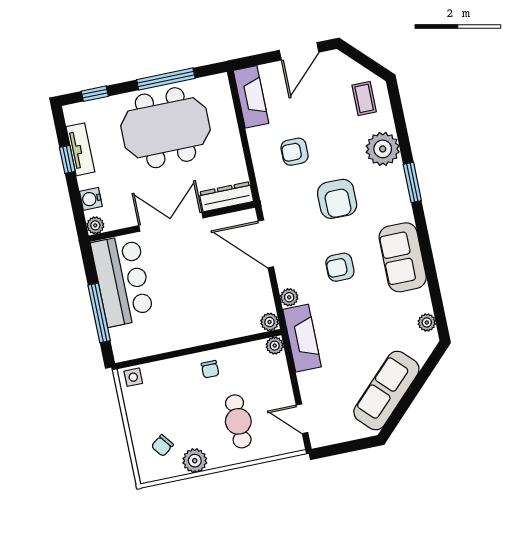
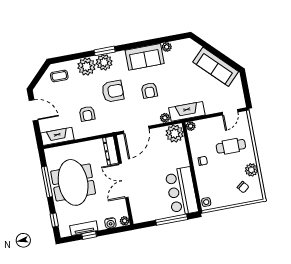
plant: (391, 182) -> (104, 62), added
bar counter: (122, 280) -> (182, 191), moved, turned -90
plant: (270, 322) -> (175, 134), width x1.87, depth x1.87
plant: (427, 322) -> (167, 47), moved

